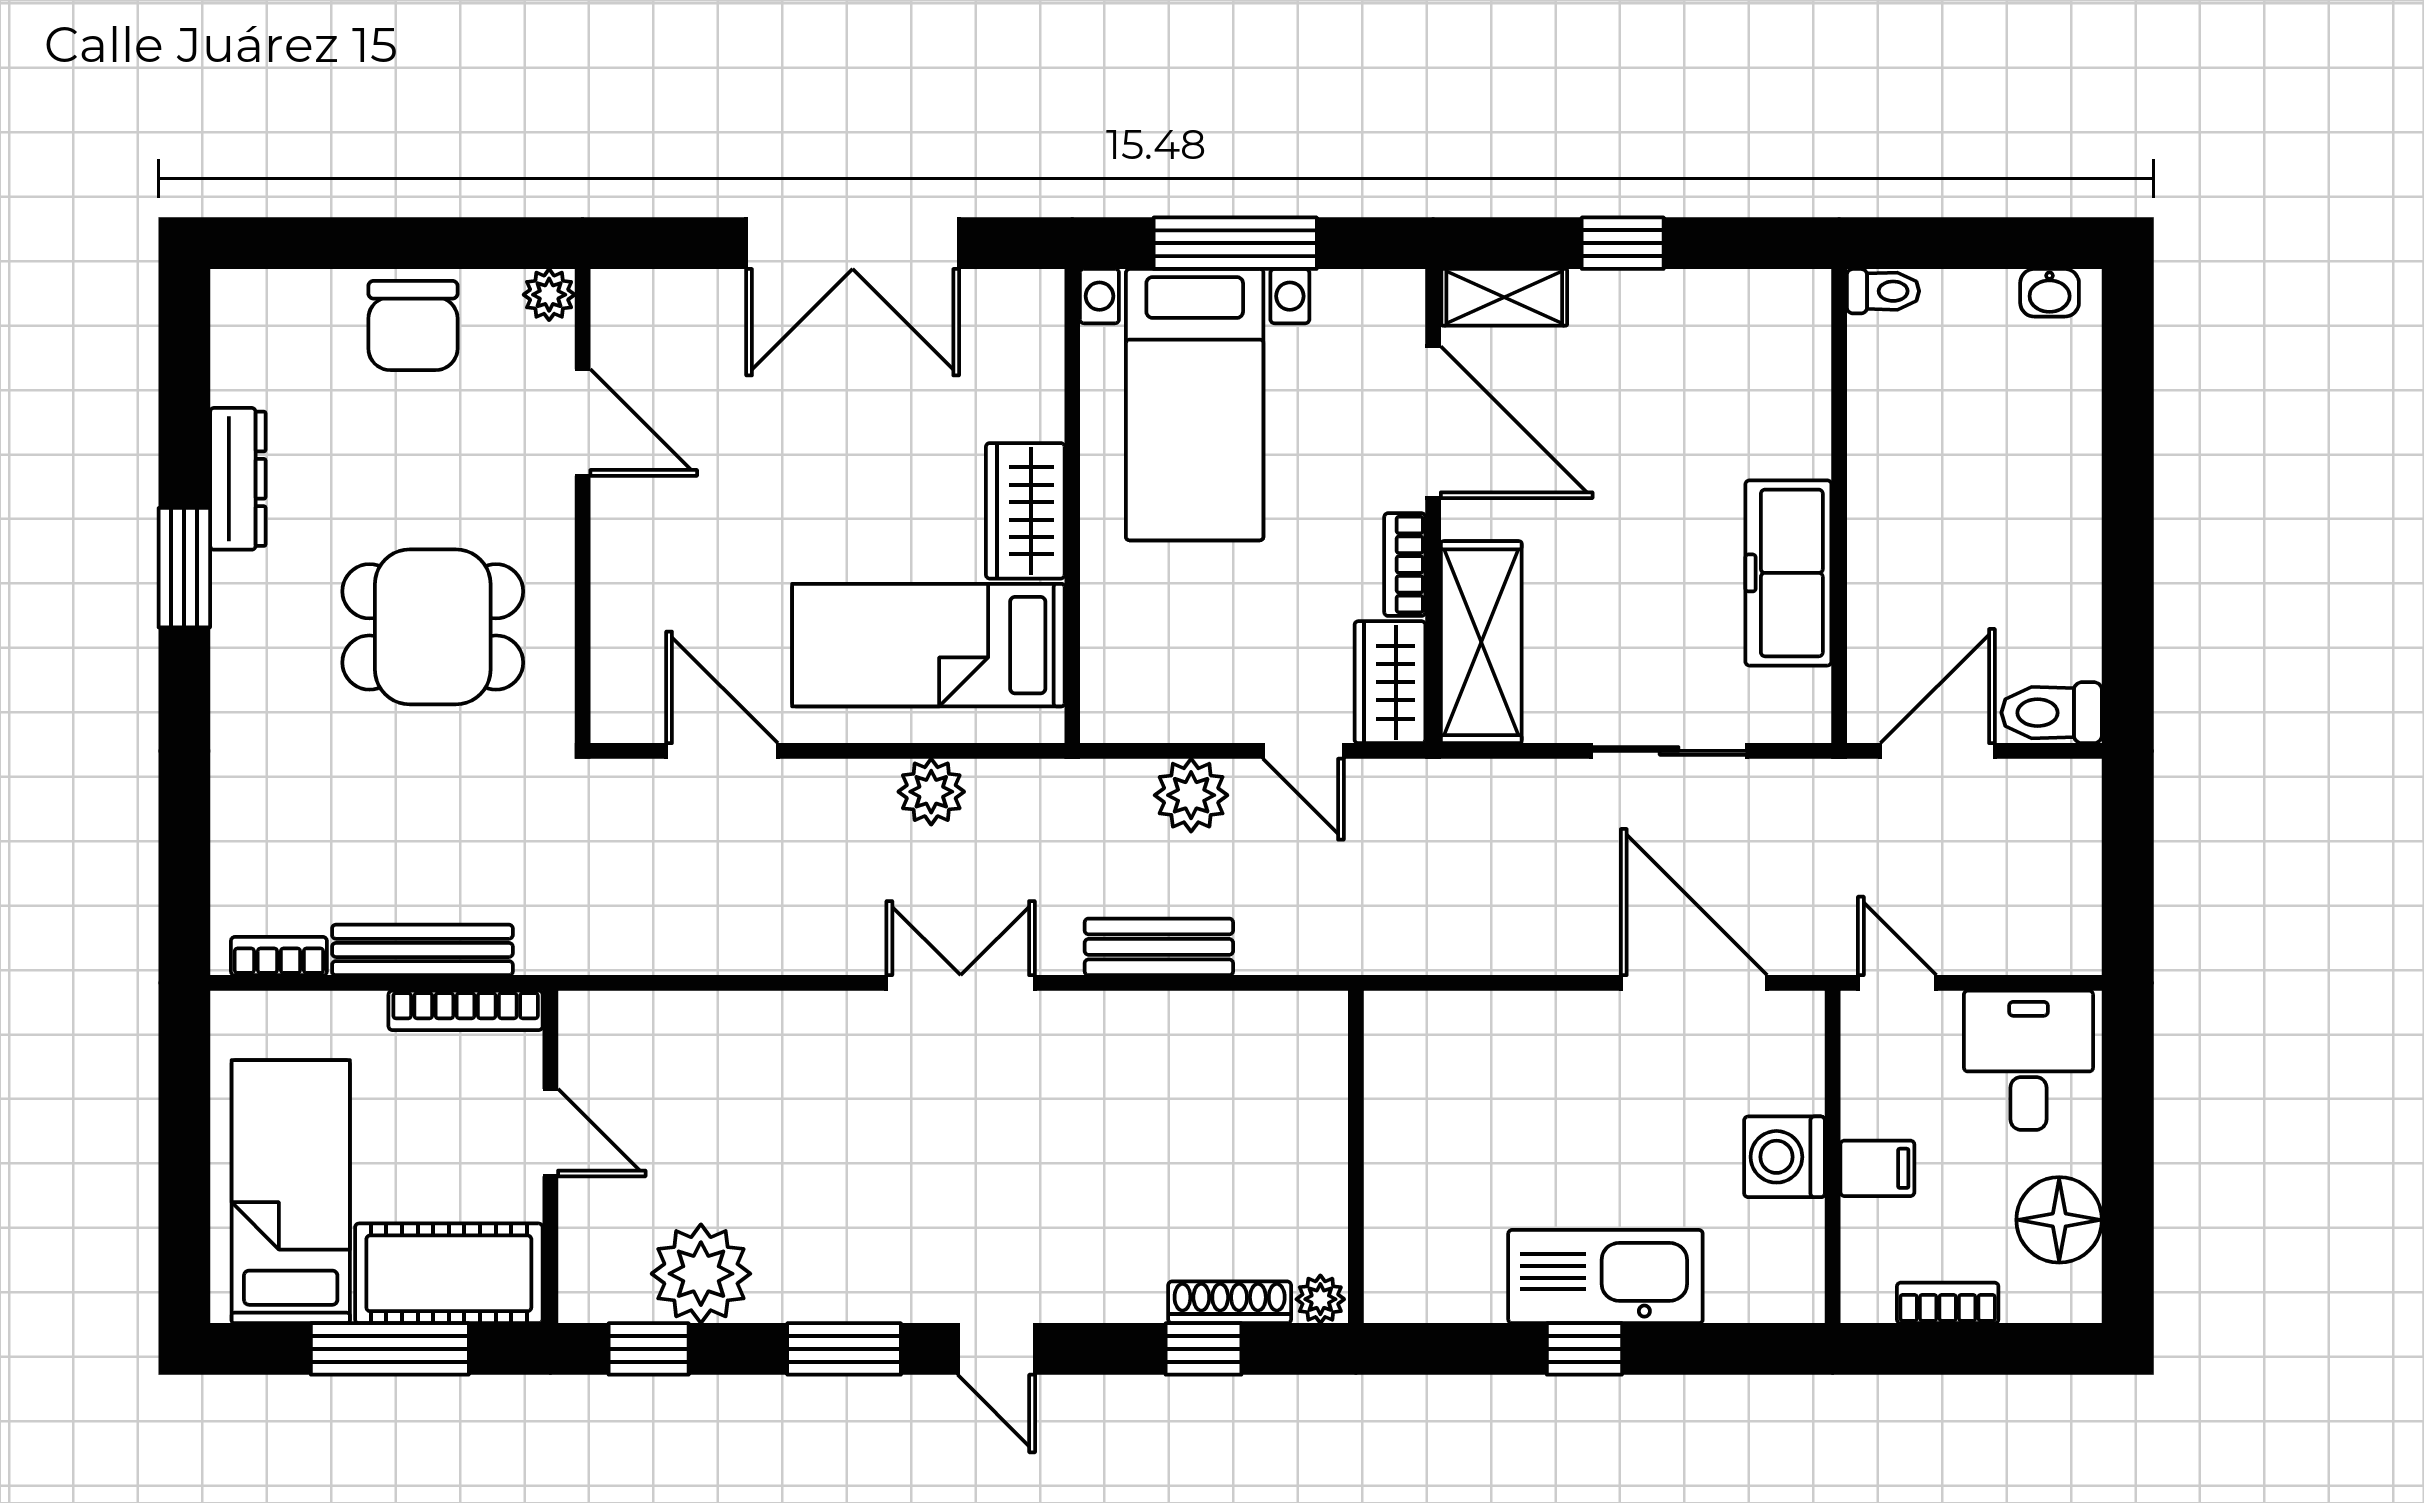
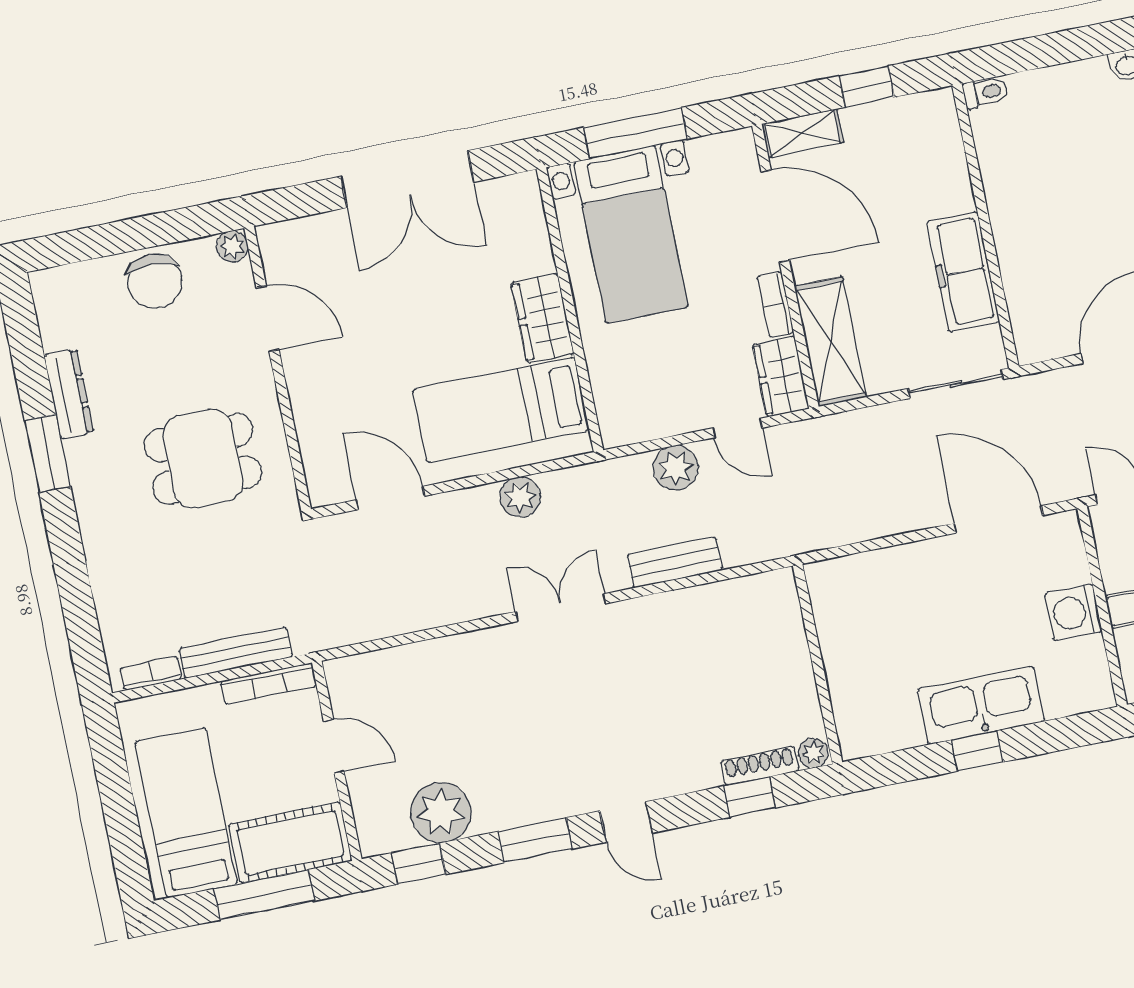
toilet: (1883, 291) -> (986, 92), moved
wall: (1839, 506) -> (985, 226), moved
freezer: (1788, 573) -> (963, 272), moved

